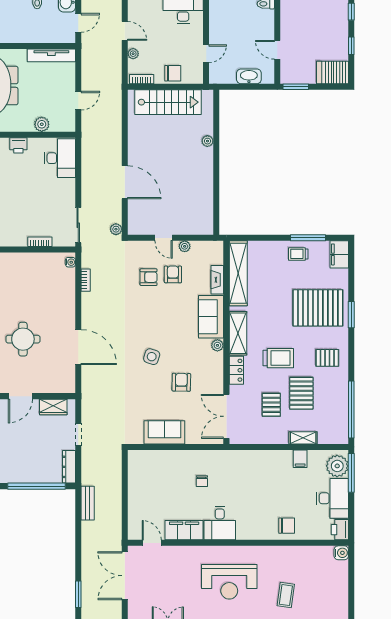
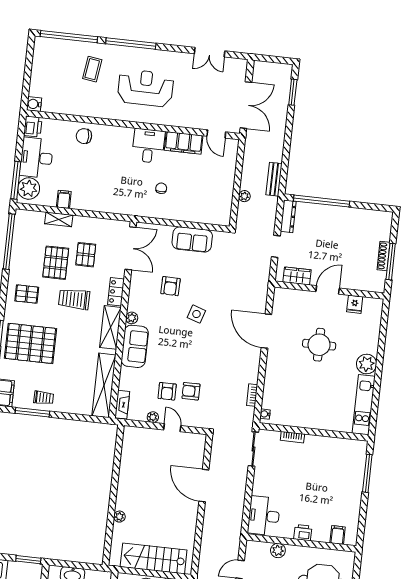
plant: (116, 229) -> (244, 196), moved
fireplace: (217, 280) -> (122, 405), moved

